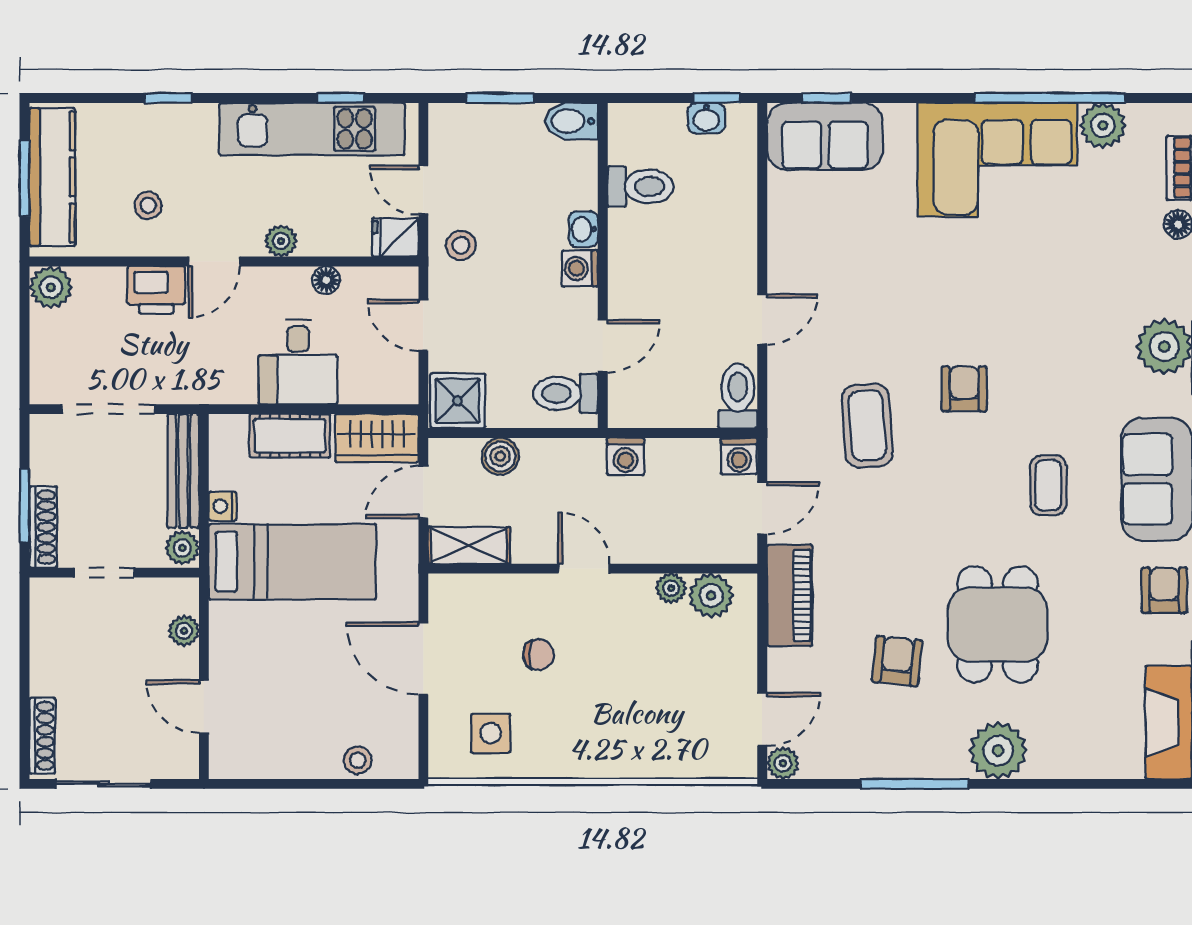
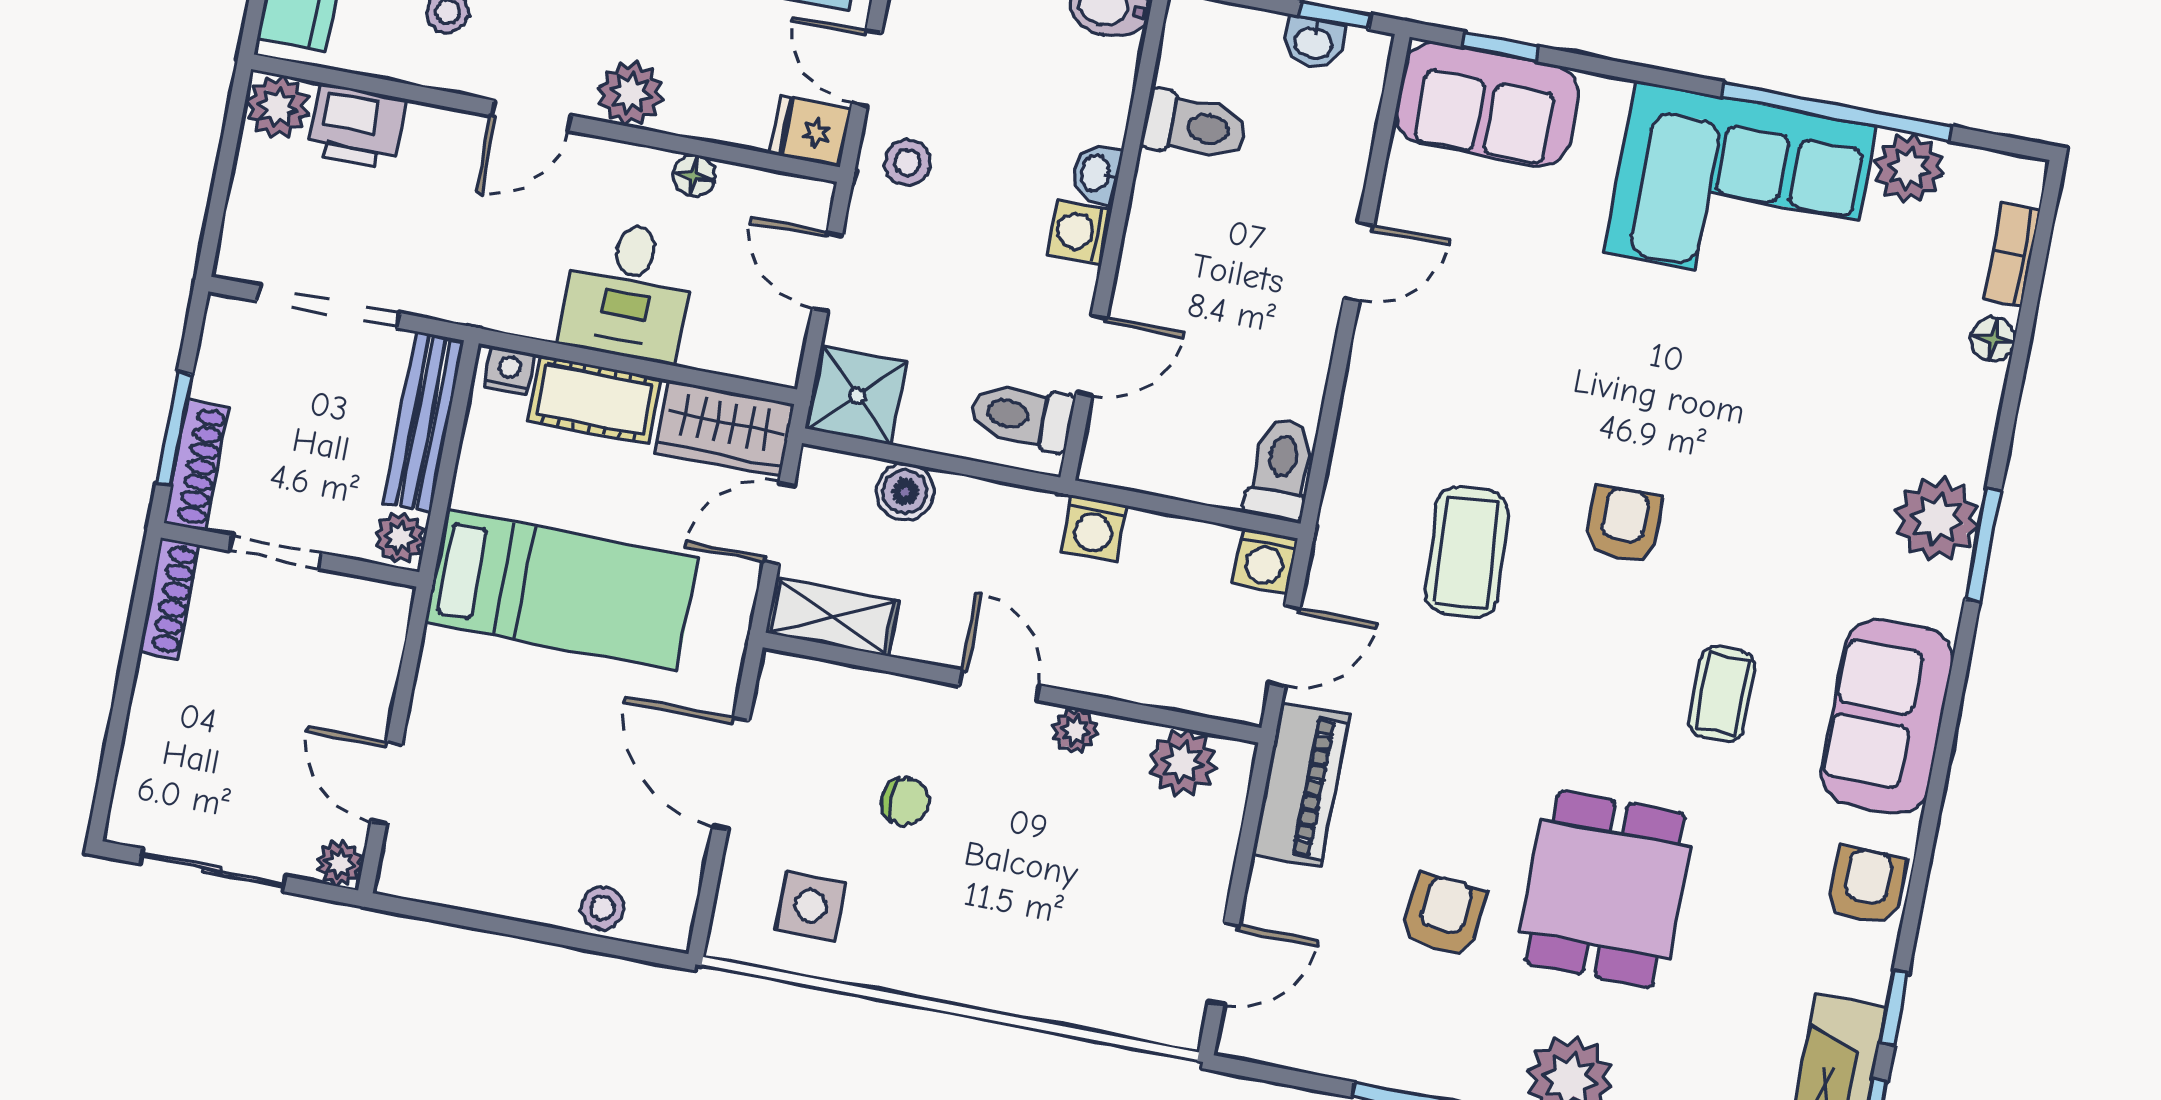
plant: (281, 241) -> (630, 93), width x1.38, depth x1.38
printer: (156, 290) -> (356, 126), moved
door: (762, 319) -> (1359, 262), moved
nightstand: (223, 506) -> (509, 371), moved, turned 90
plant: (671, 588) -> (1075, 730), moved
plant: (184, 631) -> (340, 863), moved
shoe rack: (42, 736) -> (169, 598), moved
plant: (783, 763) -> (1242, 1036), removed

